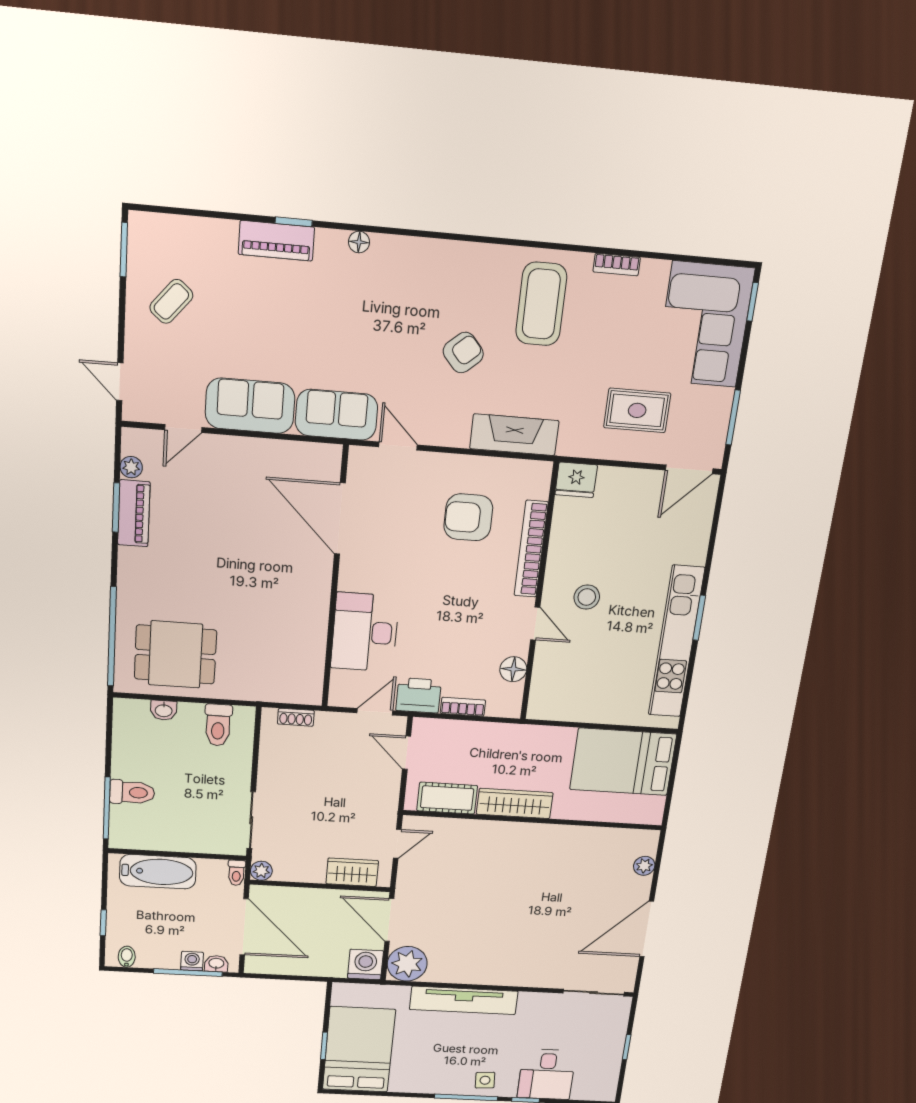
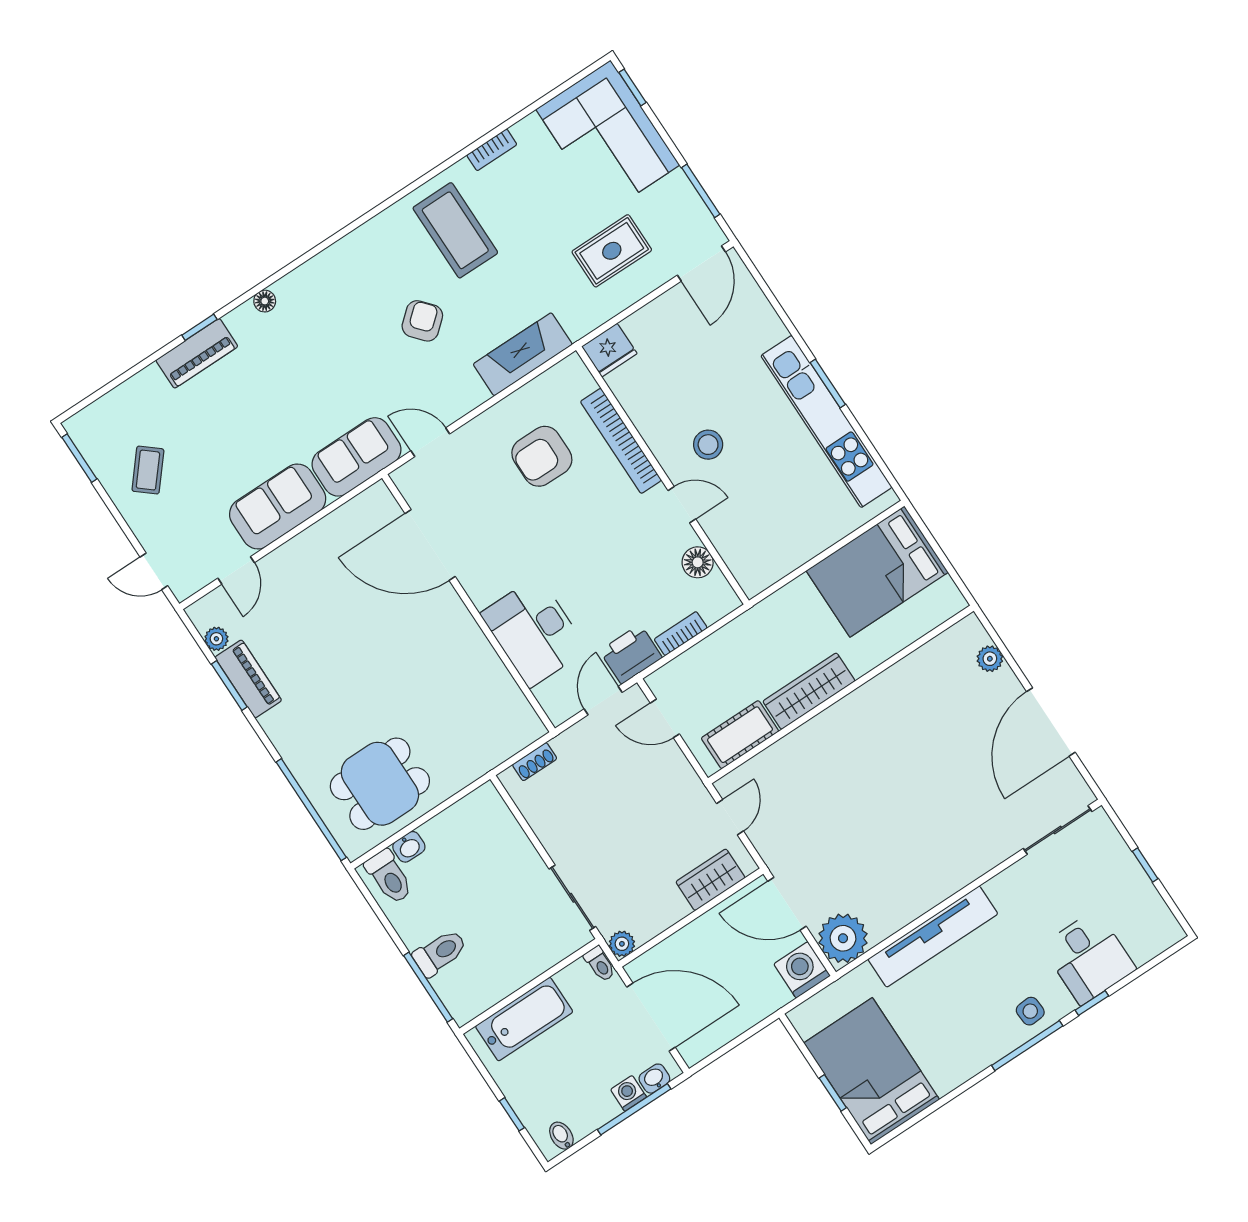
toilet: (218, 725) -> (389, 877), moved

